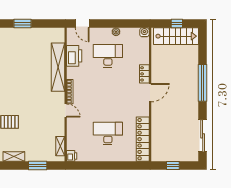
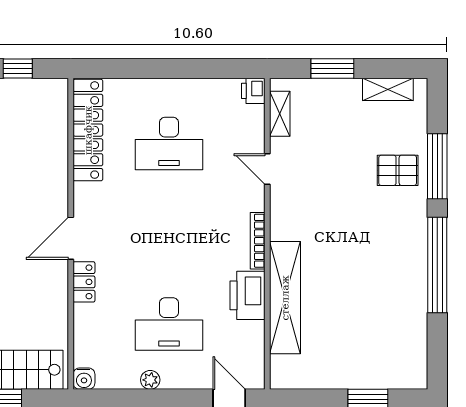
printer: (74, 56) -> (247, 295), moved
door: (66, 110) -> (267, 169), moved

